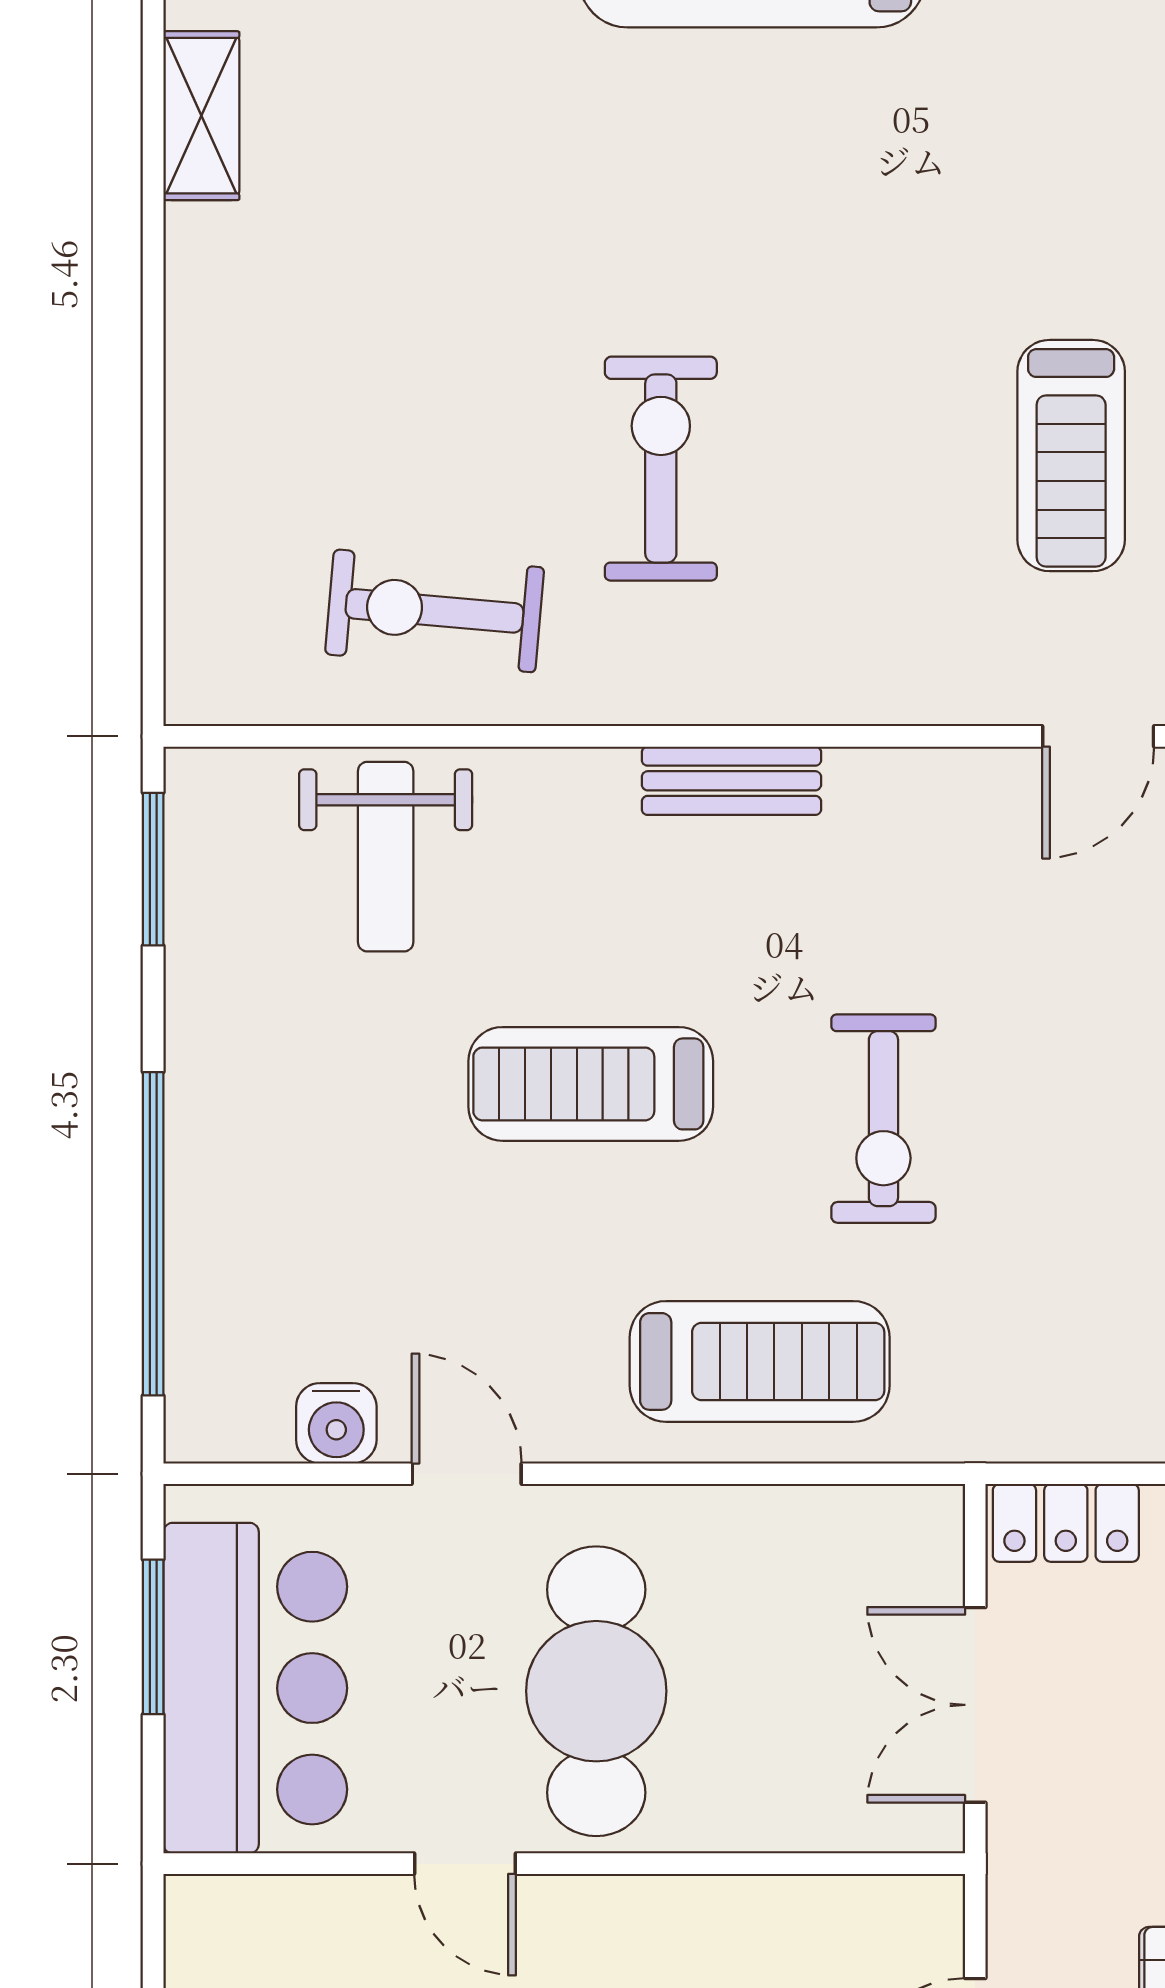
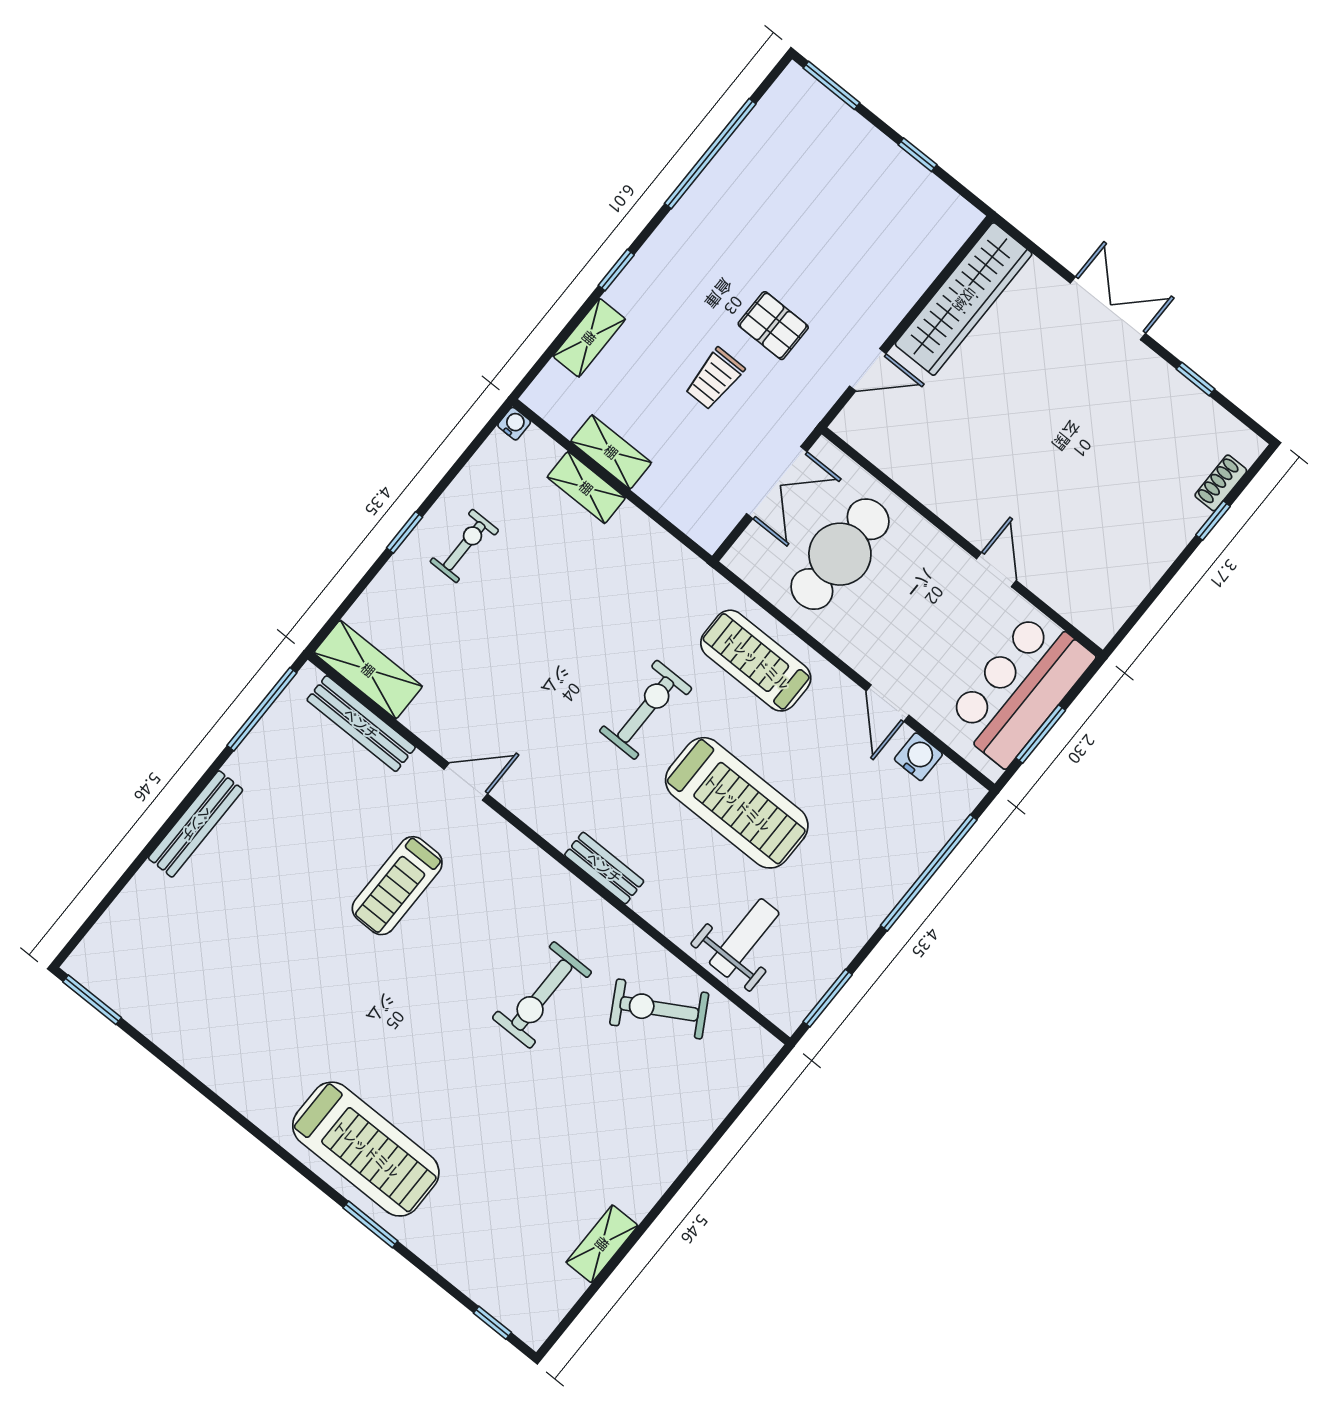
treadmill: (1071, 456) -> (397, 886), turned 180
exercise bike: (435, 611) -> (659, 1009), turned 145
treadmill: (591, 1084) -> (737, 803), width x1.37, depth x1.38
locker: (1066, 1523) -> (695, 520), removed
cafe table: (596, 1691) -> (840, 554), moved

